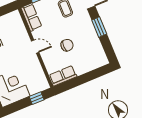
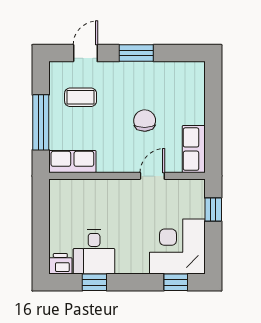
door: (35, 47) -> (152, 176), moved

